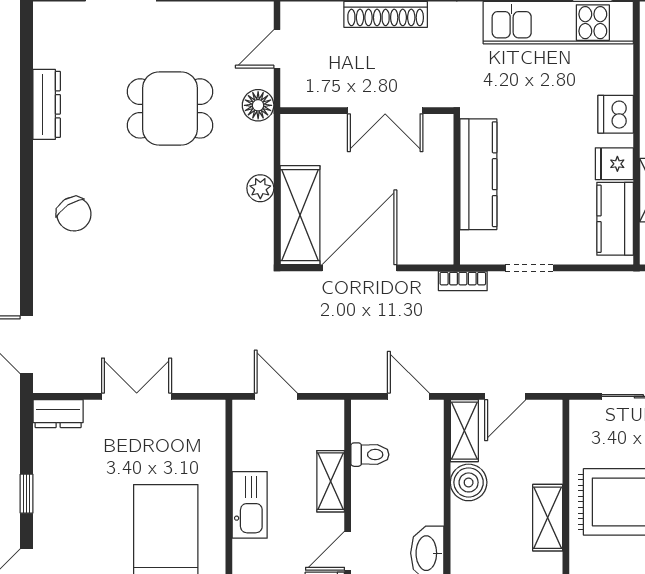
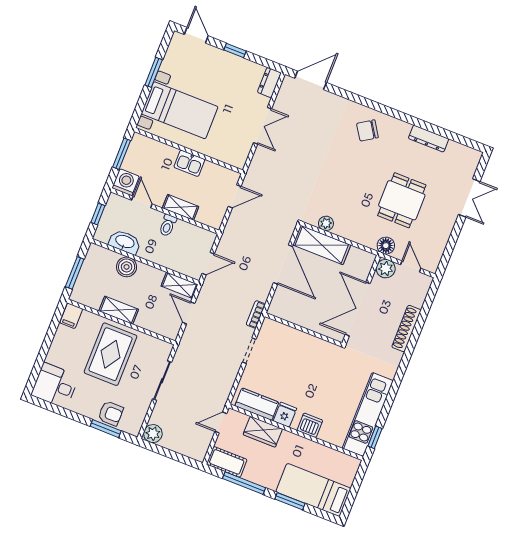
plant: (297, 90) -> (386, 269), added
double door: (385, 111) -> (358, 309), width x1.37
kitchen counter: (478, 174) -> (307, 344), removed
plant: (260, 188) -> (326, 223), moved
toilet: (370, 455) -> (168, 225), moved
boiler: (469, 482) -> (127, 267), moved
kitchen sink: (250, 505) -> (189, 163), width x0.73

